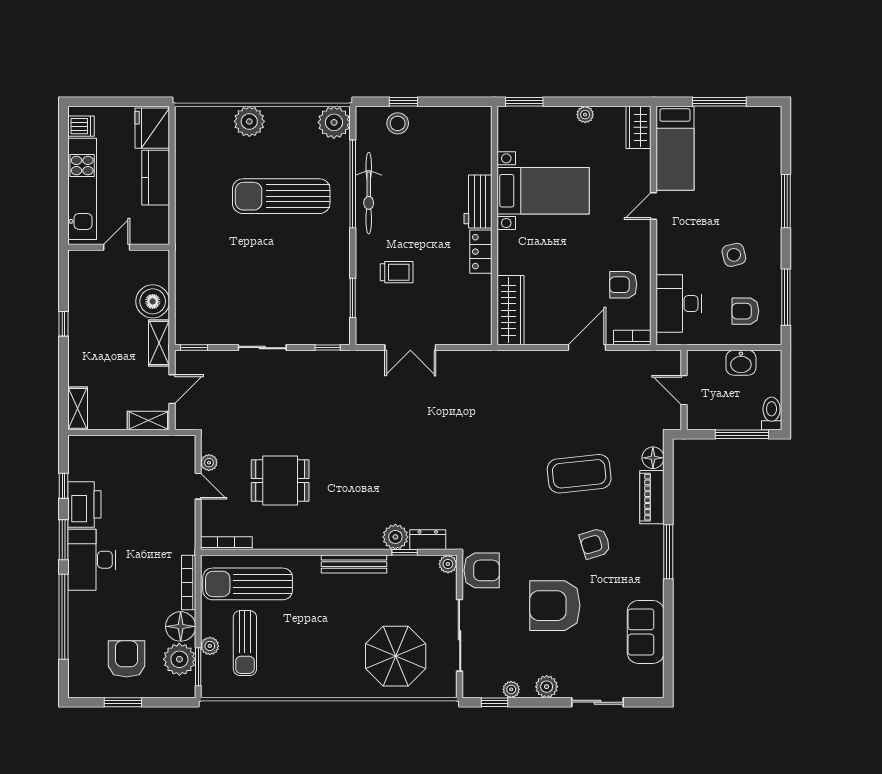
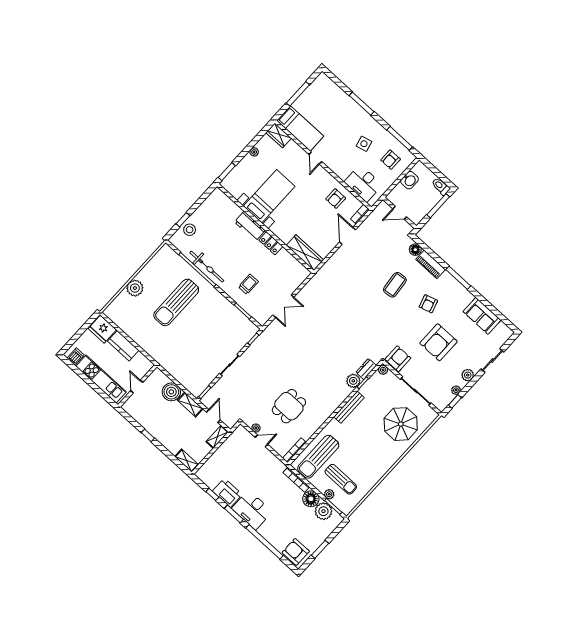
plant: (334, 122) -> (166, 255), removed
coffee table: (579, 474) -> (395, 285), width x0.73, depth x0.76
armchair: (127, 659) -> (296, 552), moved

